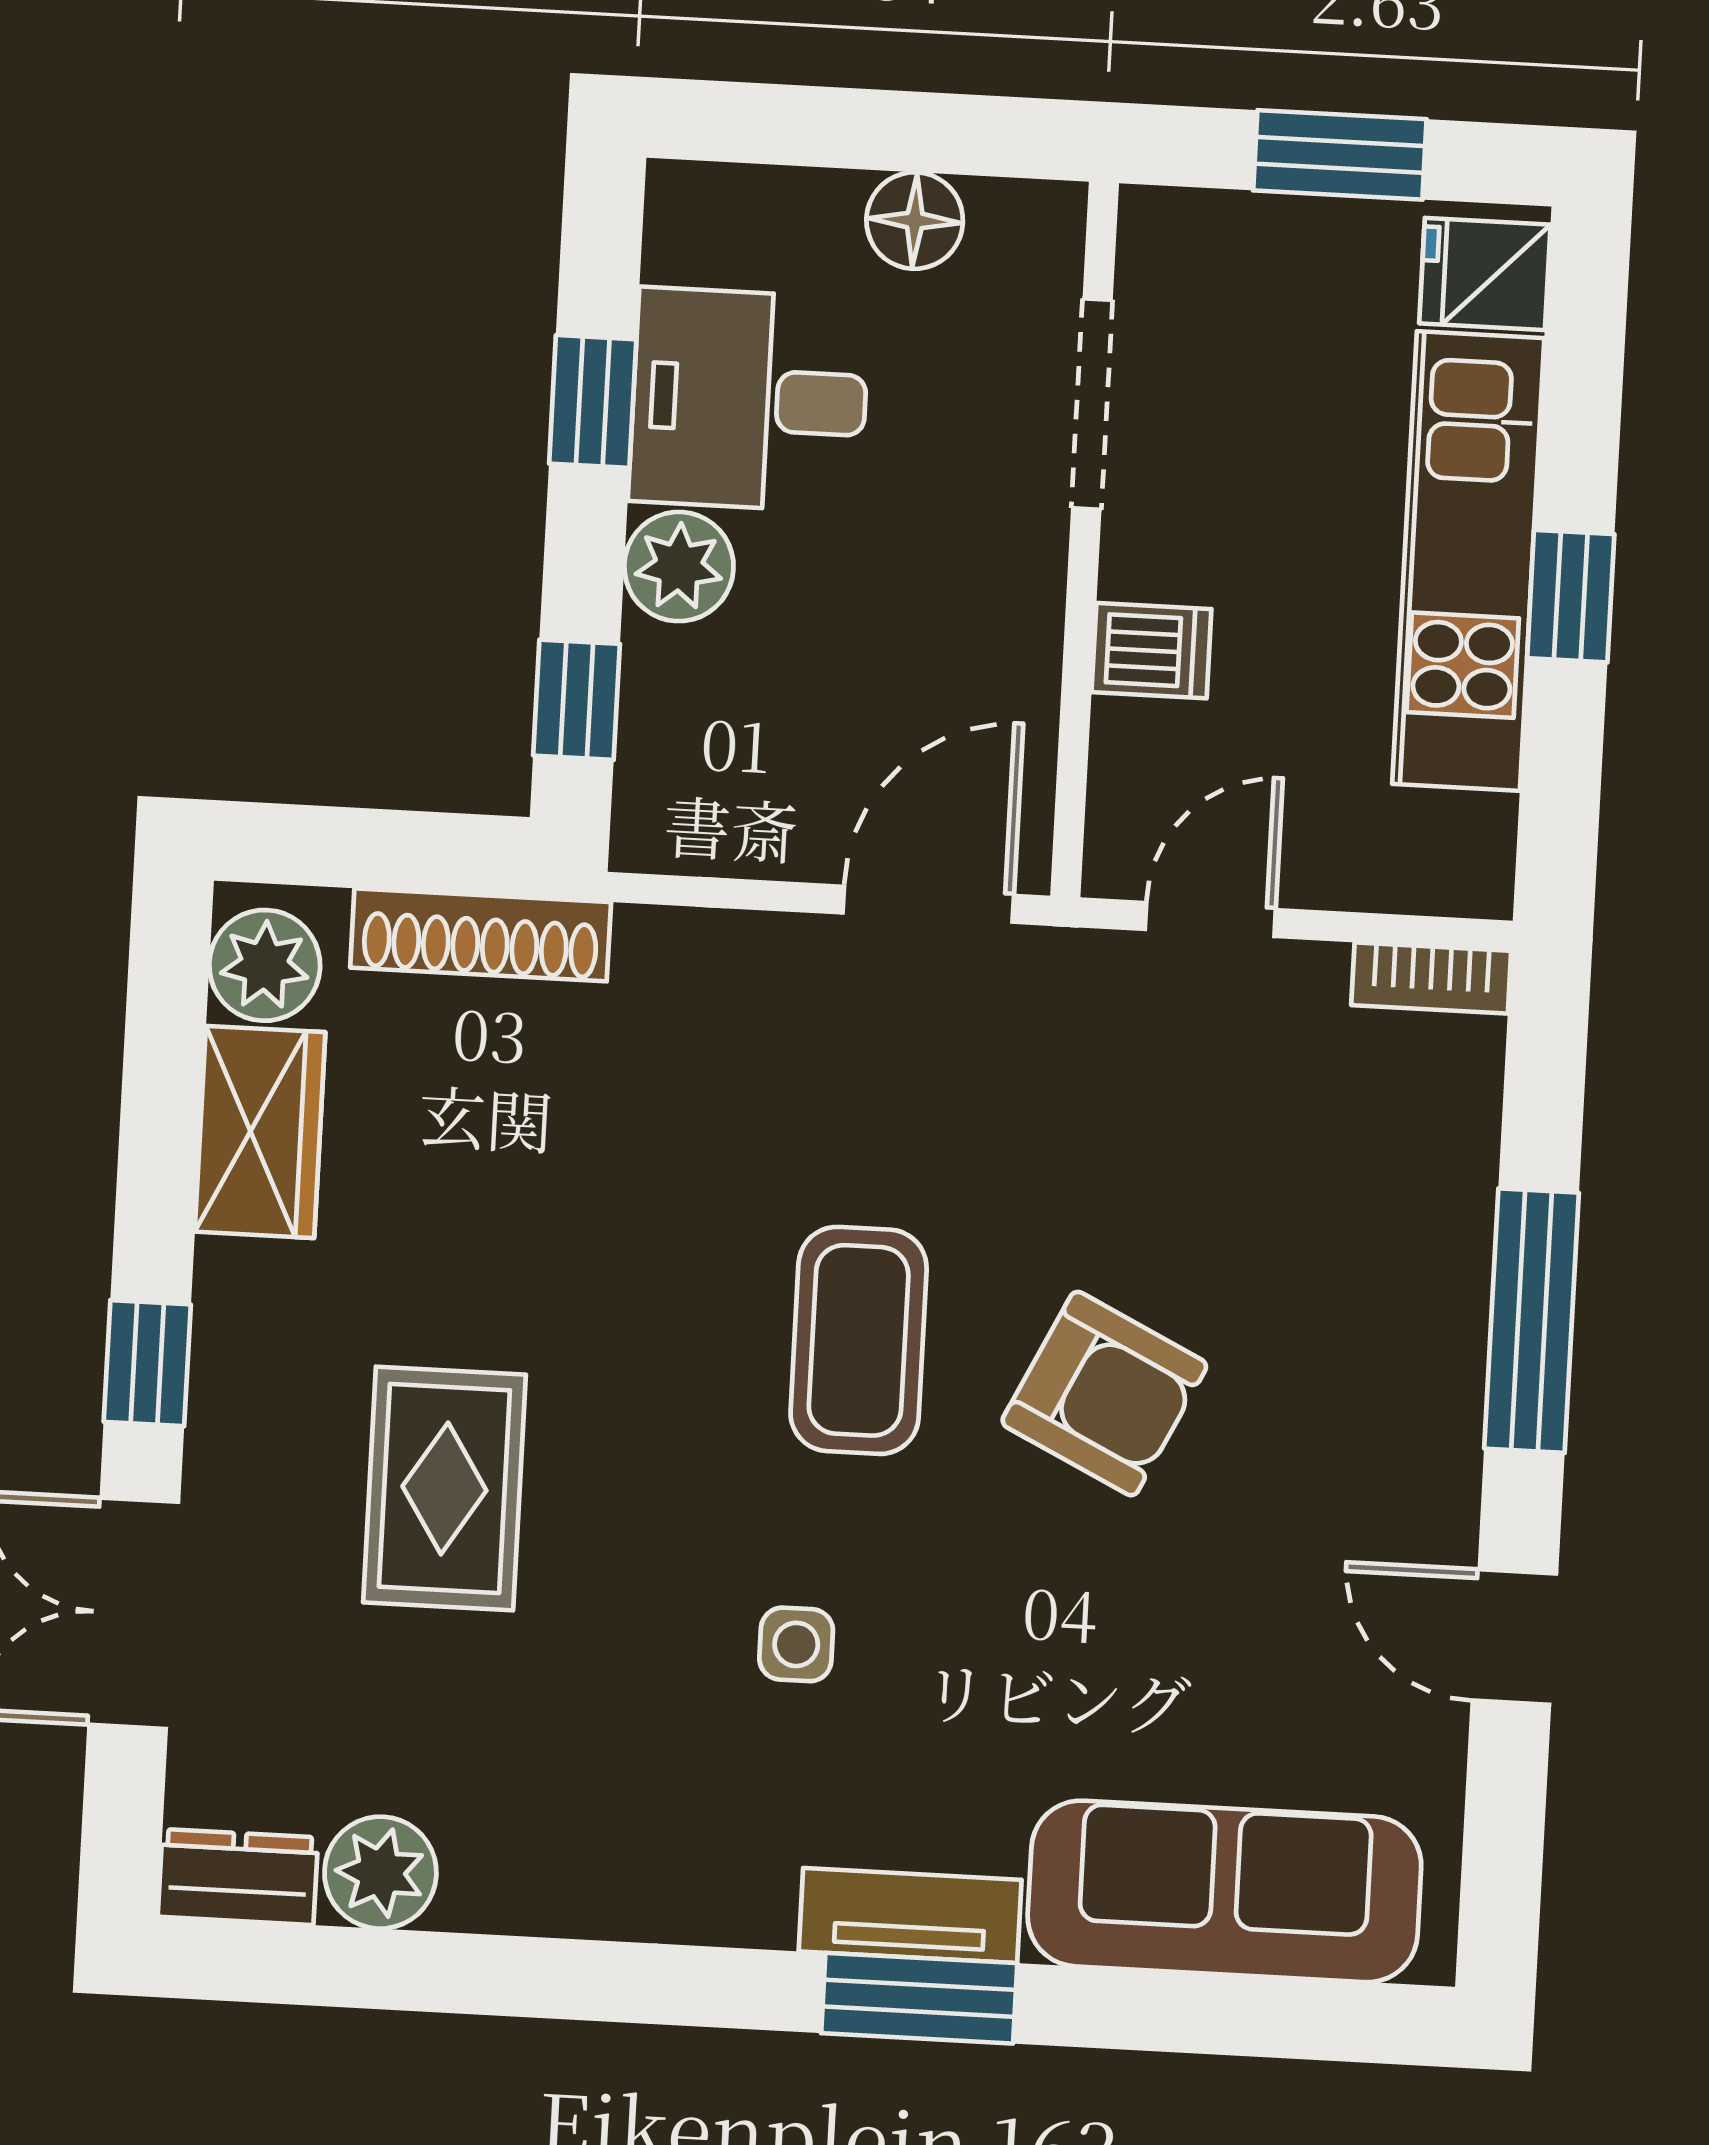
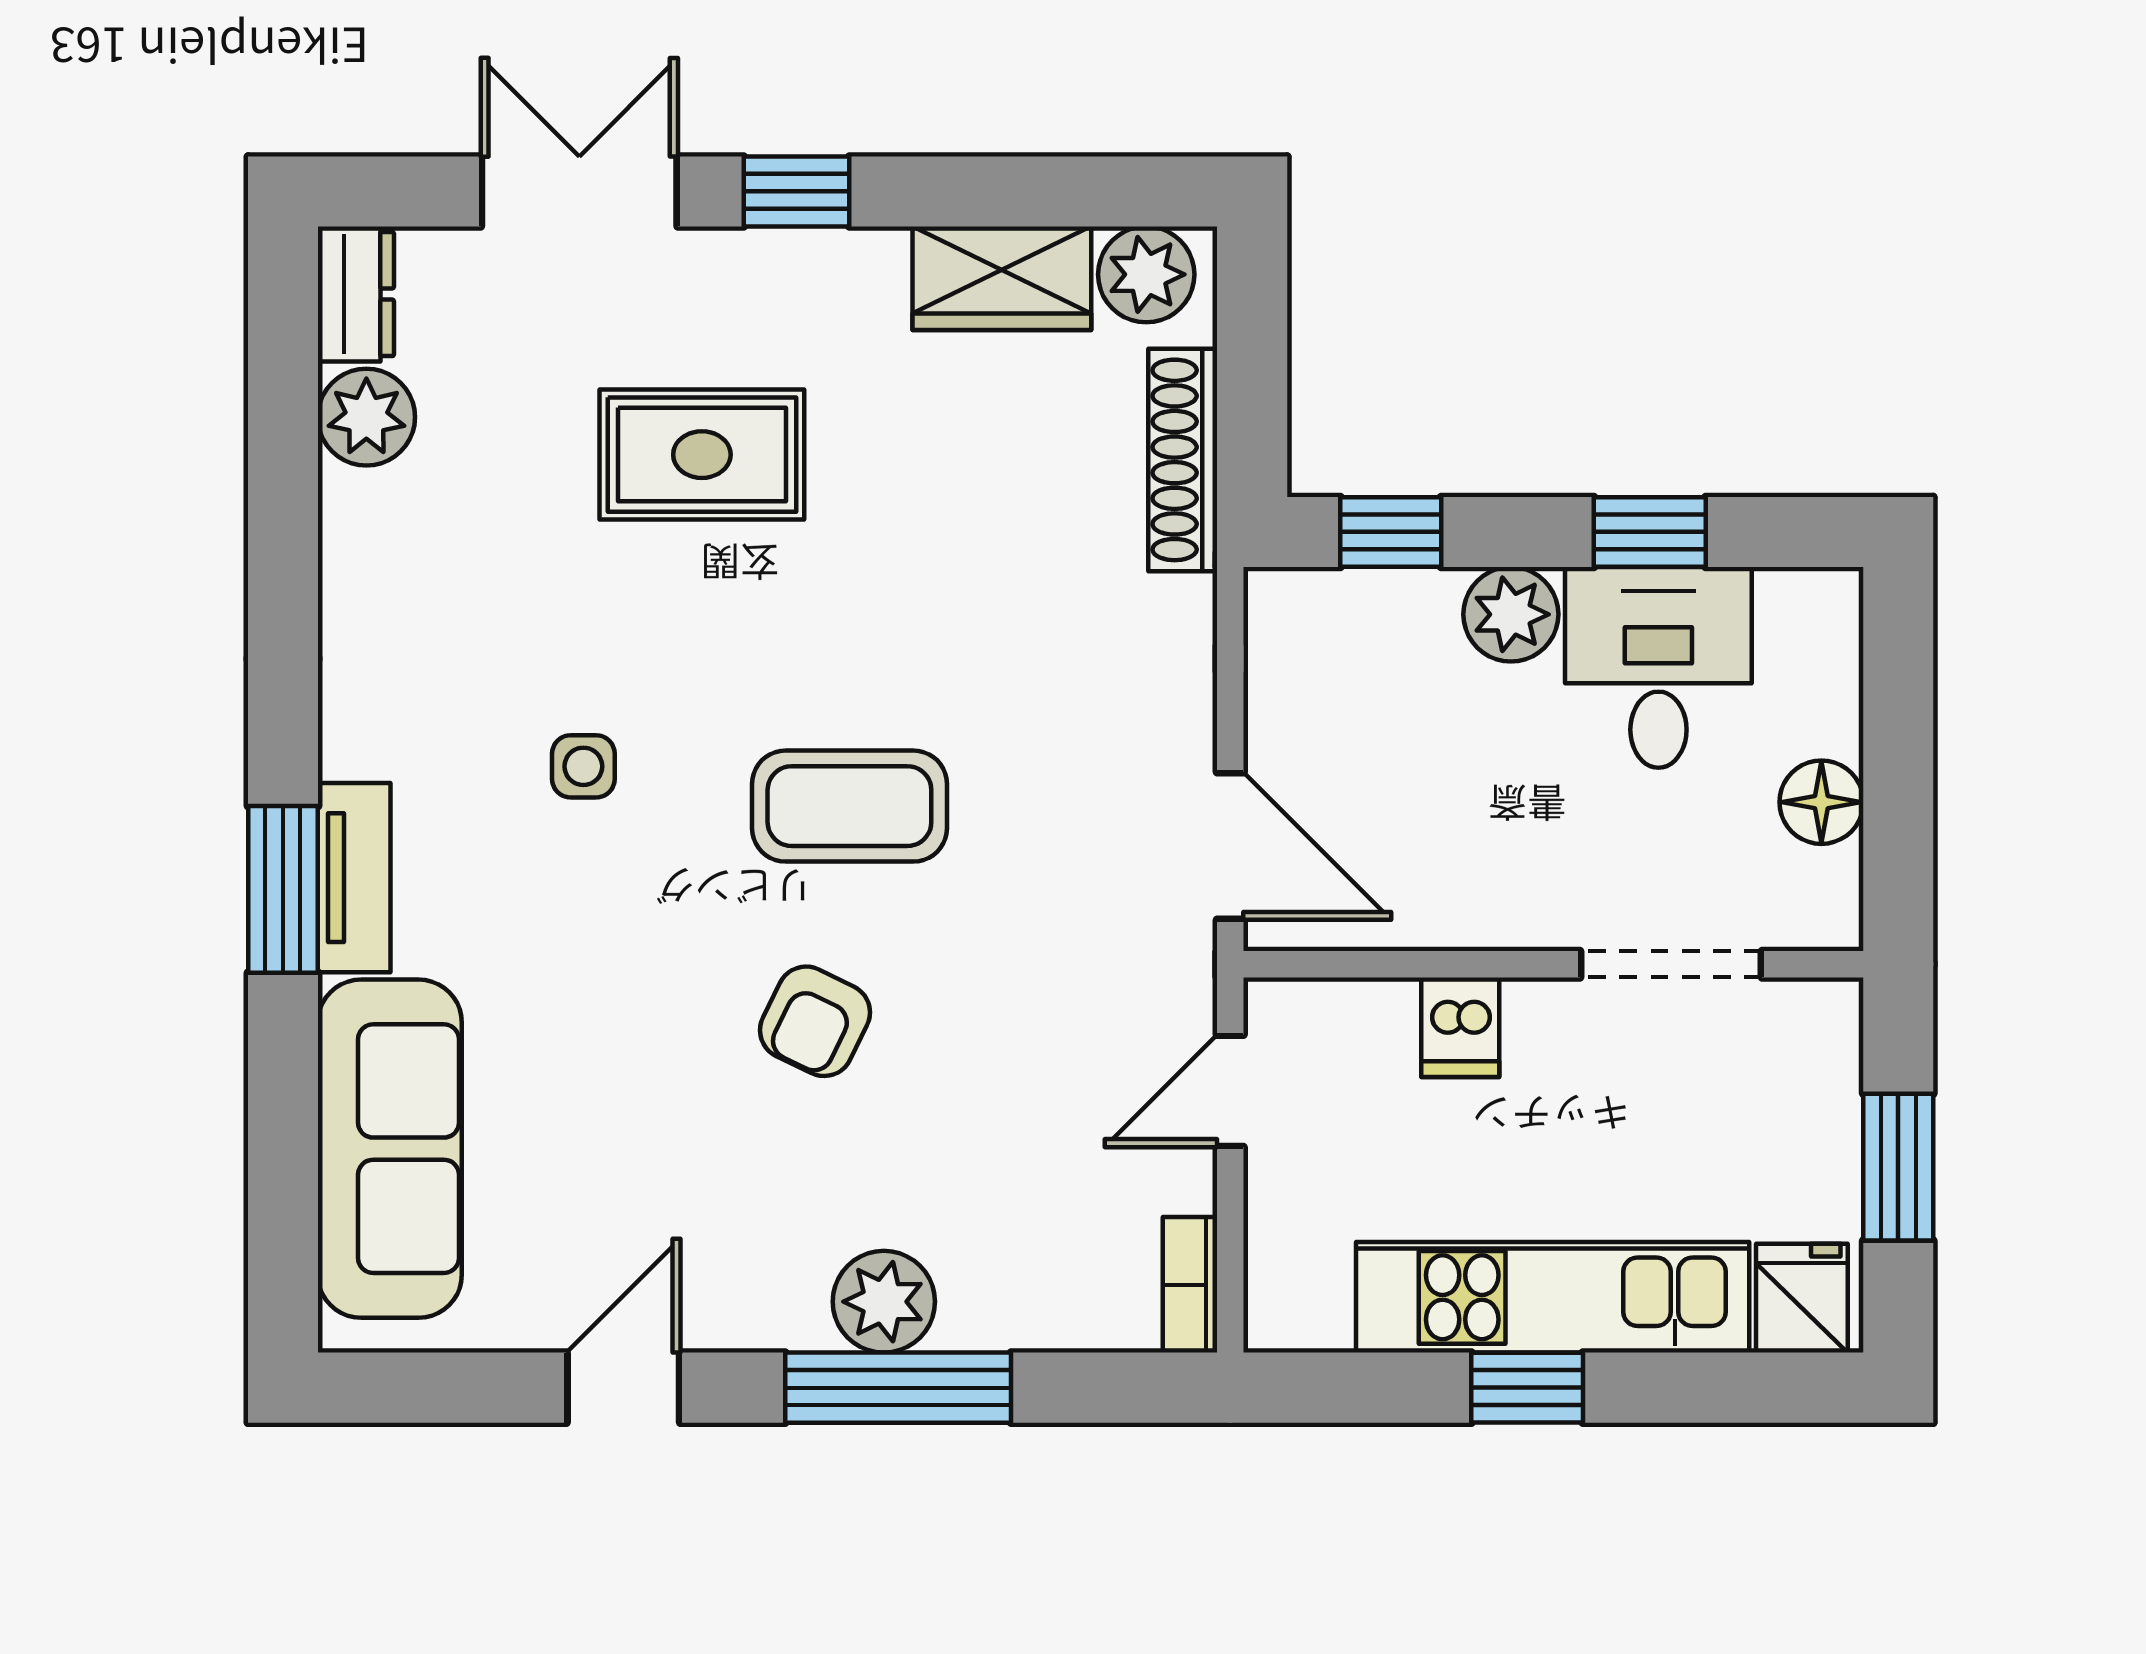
door: (1210, 919) -> (1230, 1091), swing flipped
plant: (1432, 1332) -> (884, 1302), added
armchair: (1104, 1394) -> (815, 1021), width x0.72, depth x0.72

